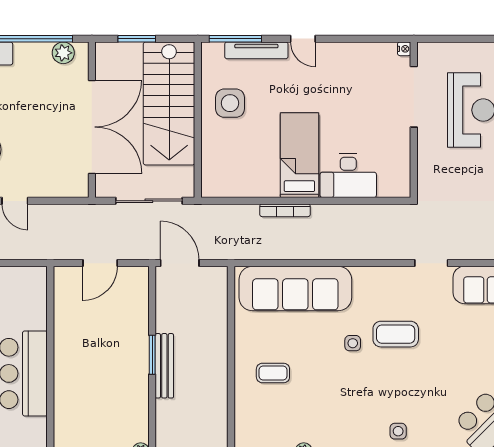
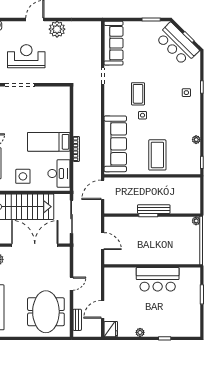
desk: (348, 176) -> (59, 173), moved
door: (180, 263) -> (103, 190), moved
coffee table: (273, 373) -> (157, 155), width x1.86, depth x1.72

